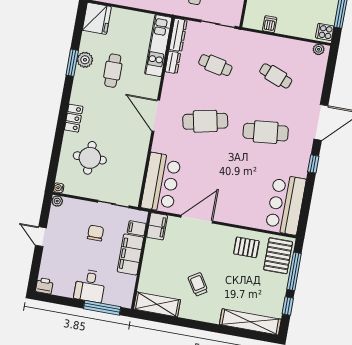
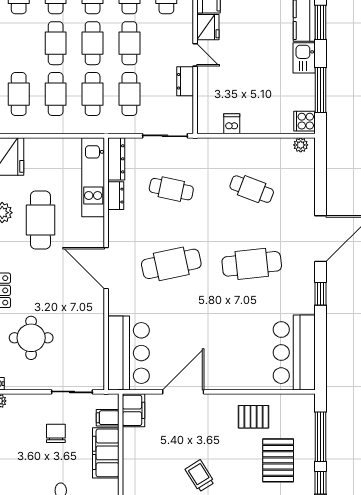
cafe table: (113, 71) -> (40, 220), width x1.37, depth x1.35
pallet: (278, 256) -> (278, 460), moved

